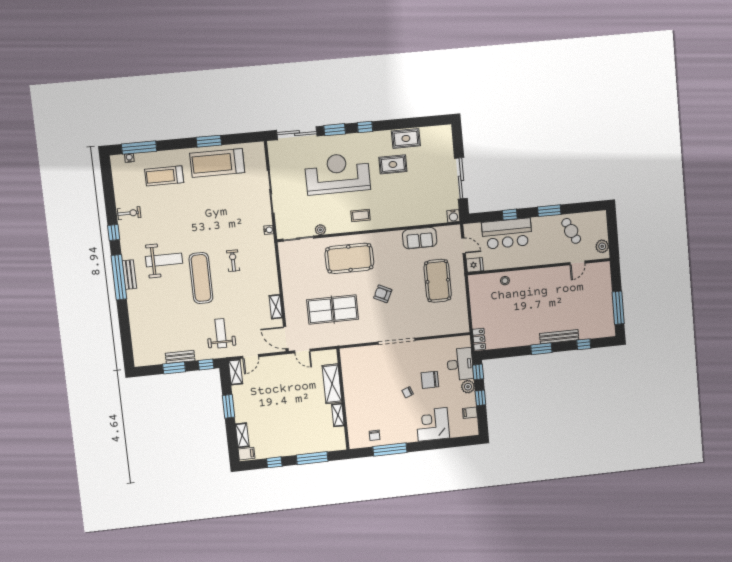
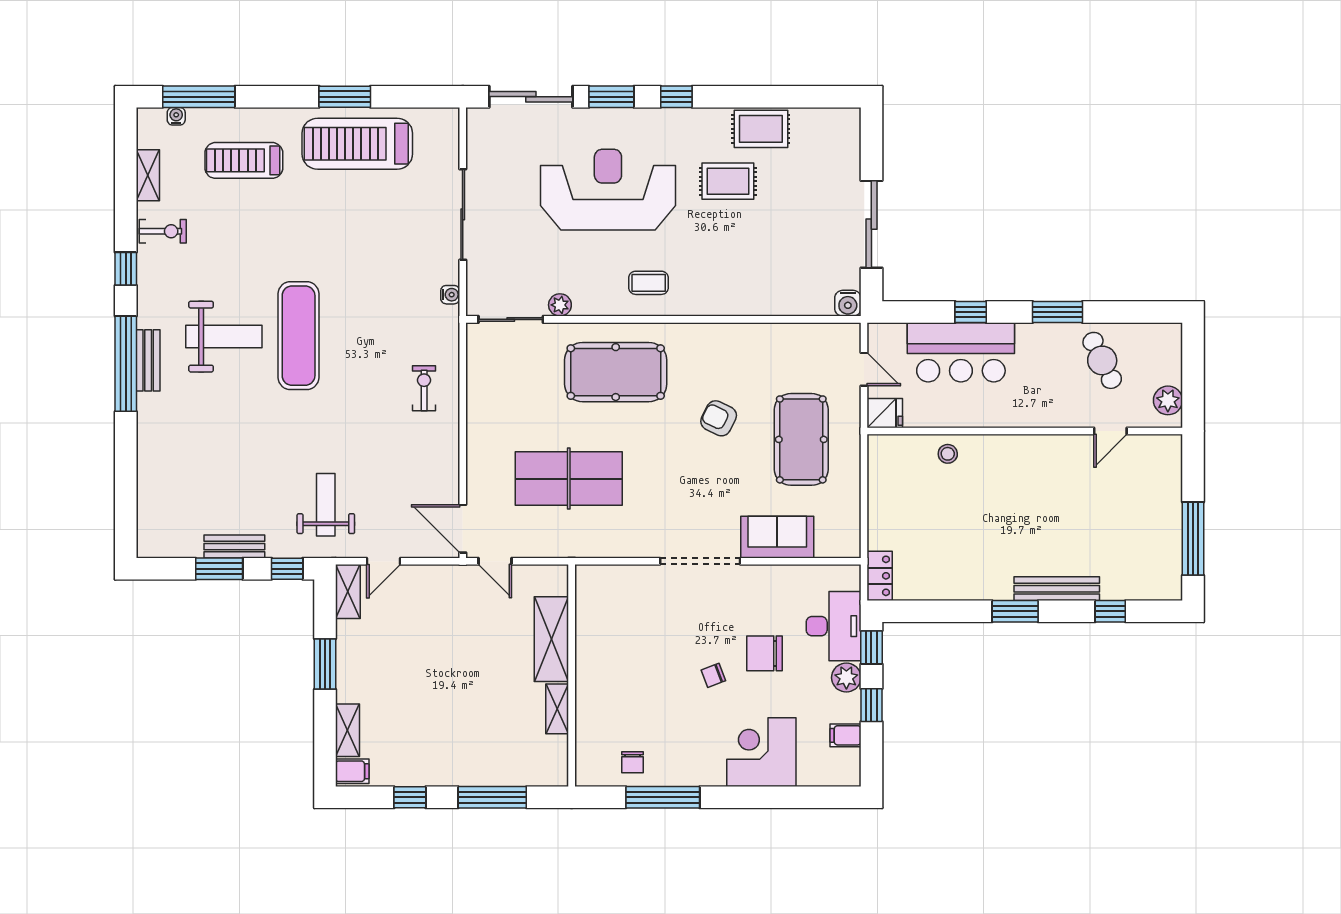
sofa: (420, 238) -> (777, 537), moved, turned 180
exercise bike: (233, 261) -> (424, 388), moved
exercise mat: (201, 278) -> (299, 336), moved
armchair: (383, 294) -> (719, 418), moved
shelving: (276, 307) -> (148, 175), moved

